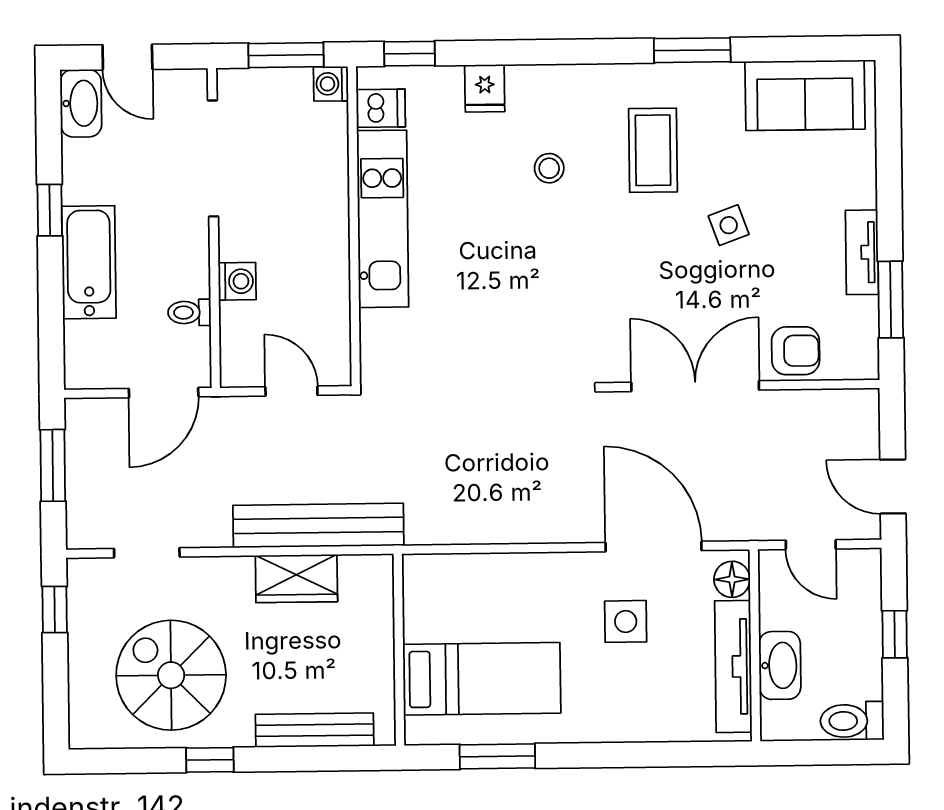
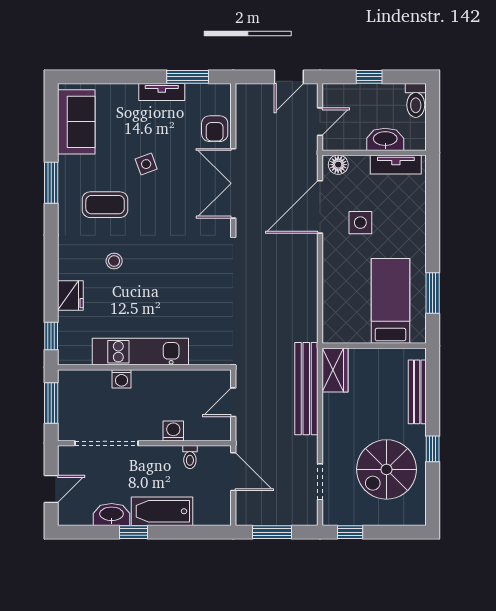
washing machine: (331, 84) -> (122, 379), moved
fridge: (485, 88) -> (70, 295), width x1.38
washbasin: (81, 103) -> (112, 515), moved
dishwasher: (381, 108) -> (80, 352), removed
armchair: (796, 351) -> (215, 129), turned 180
wardrobe: (296, 579) -> (335, 370), moved
tv unit: (733, 667) -> (396, 165), width x0.71

